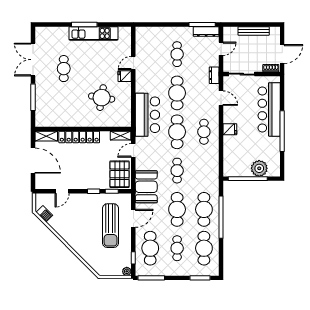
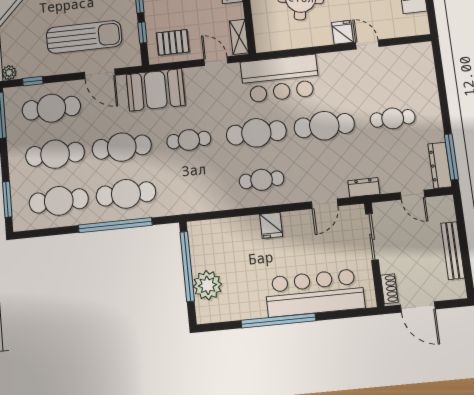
pallet: (120, 174) -> (173, 42), width x0.67, depth x0.71
sun lounger: (111, 226) -> (84, 37), turned 180
cafe table: (177, 248) -> (55, 154), width x1.37, depth x1.35

